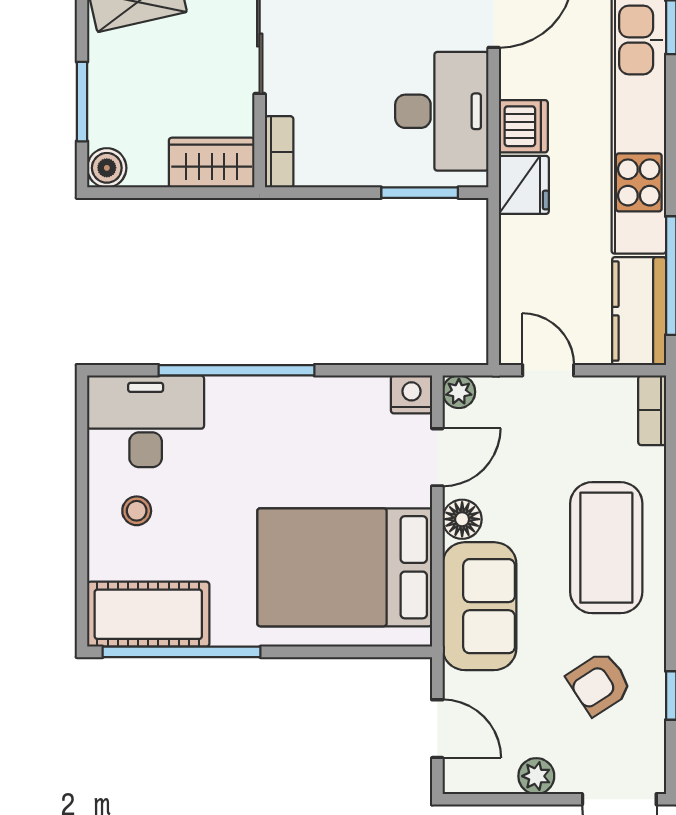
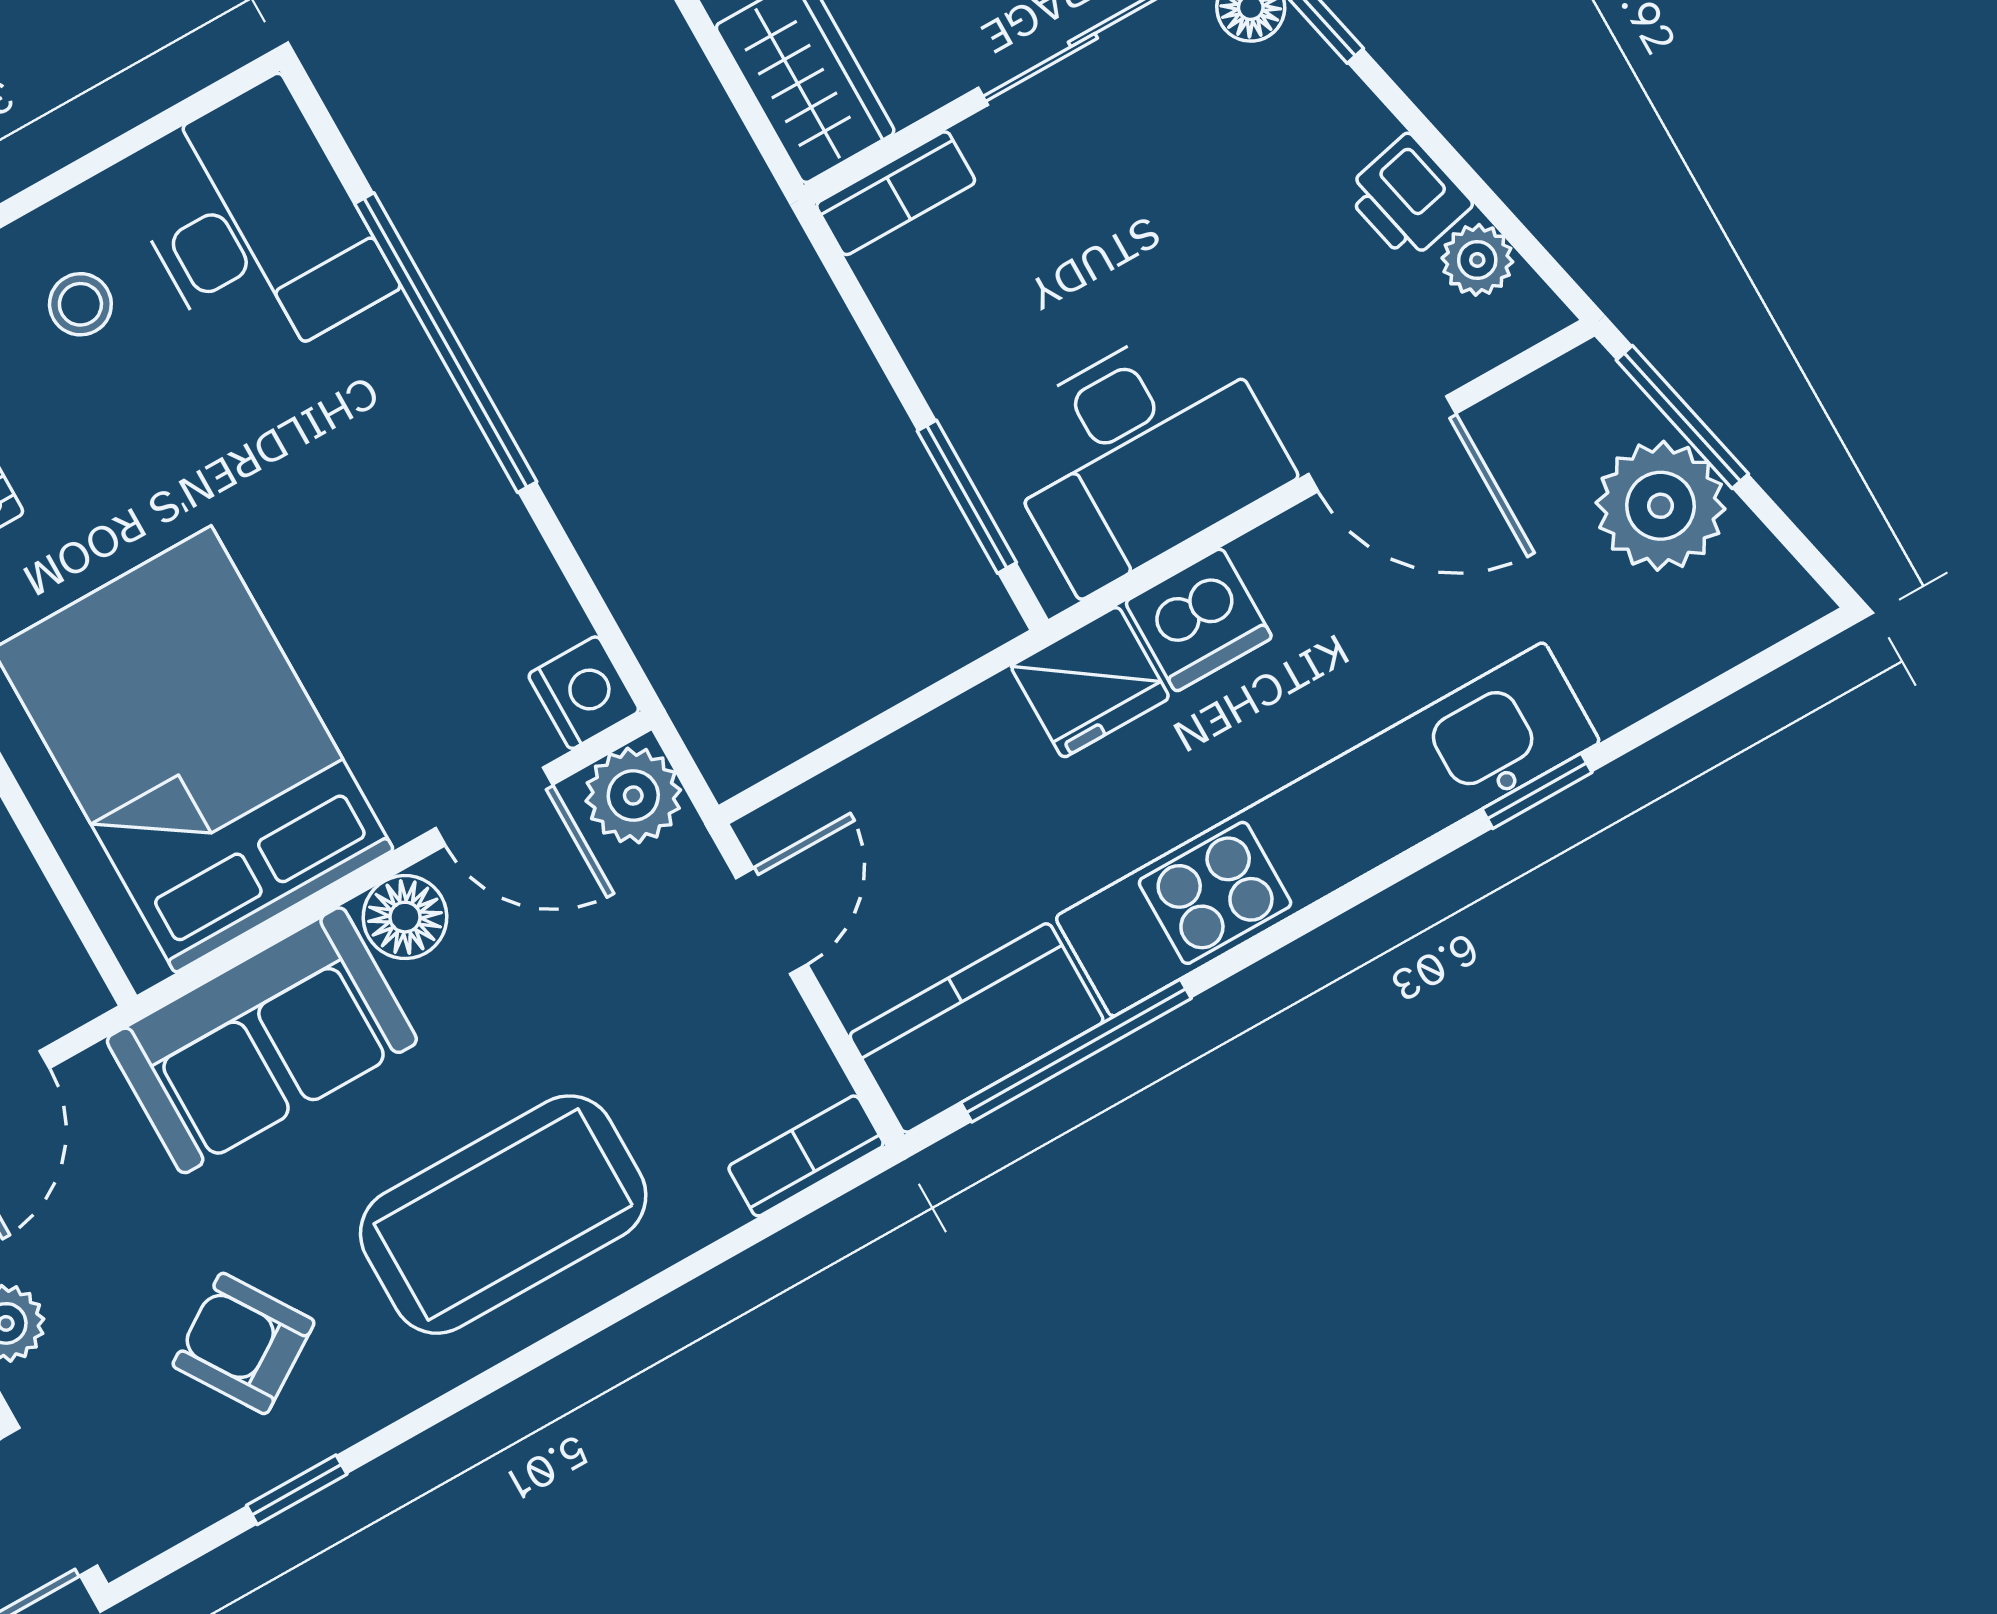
plant: (459, 392) -> (633, 796), width x1.38, depth x1.38

